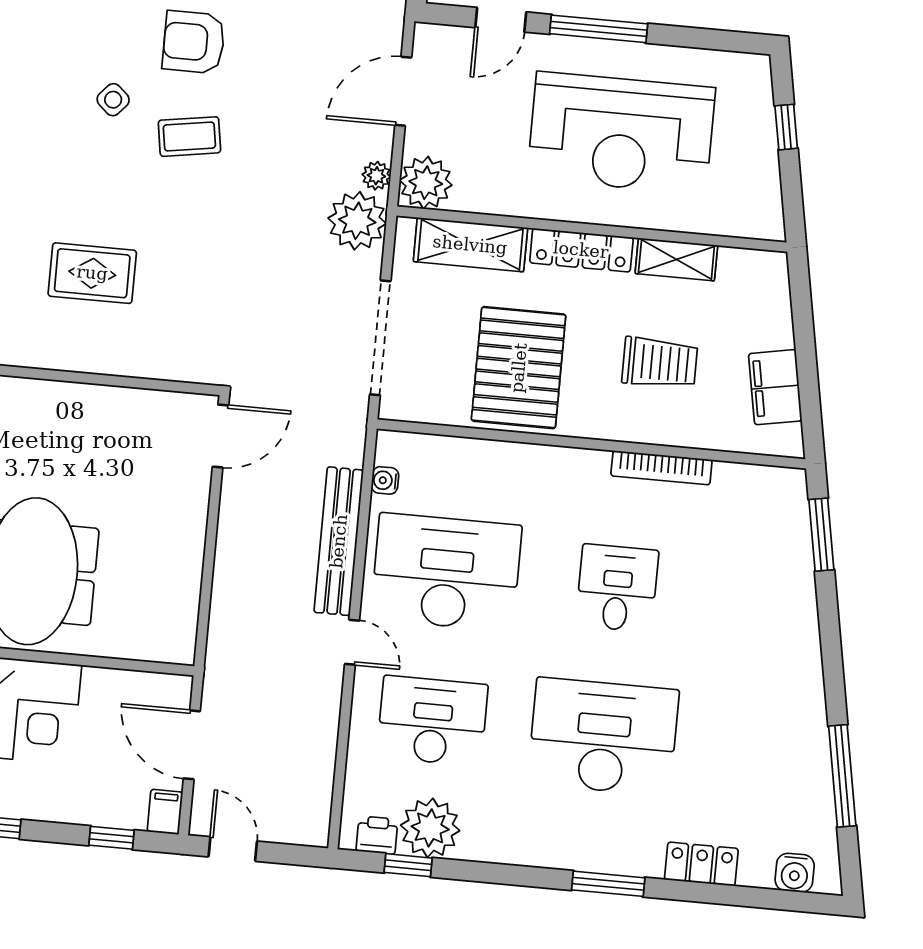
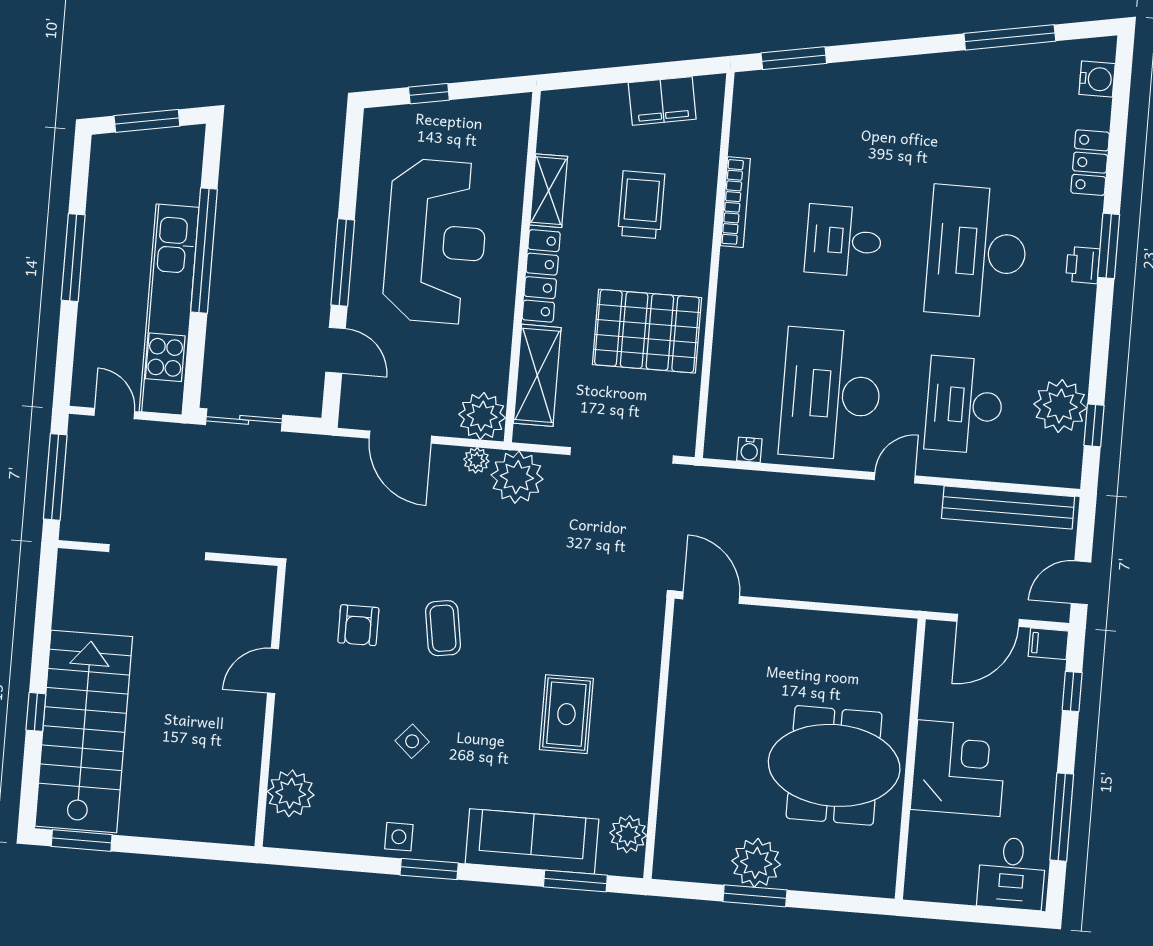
armchair: (194, 42) -> (358, 625), width x0.72, depth x0.72
side table: (113, 100) -> (412, 741), moved
bench: (339, 541) -> (1008, 507), moved
printer: (377, 835) -> (1083, 265), moved

